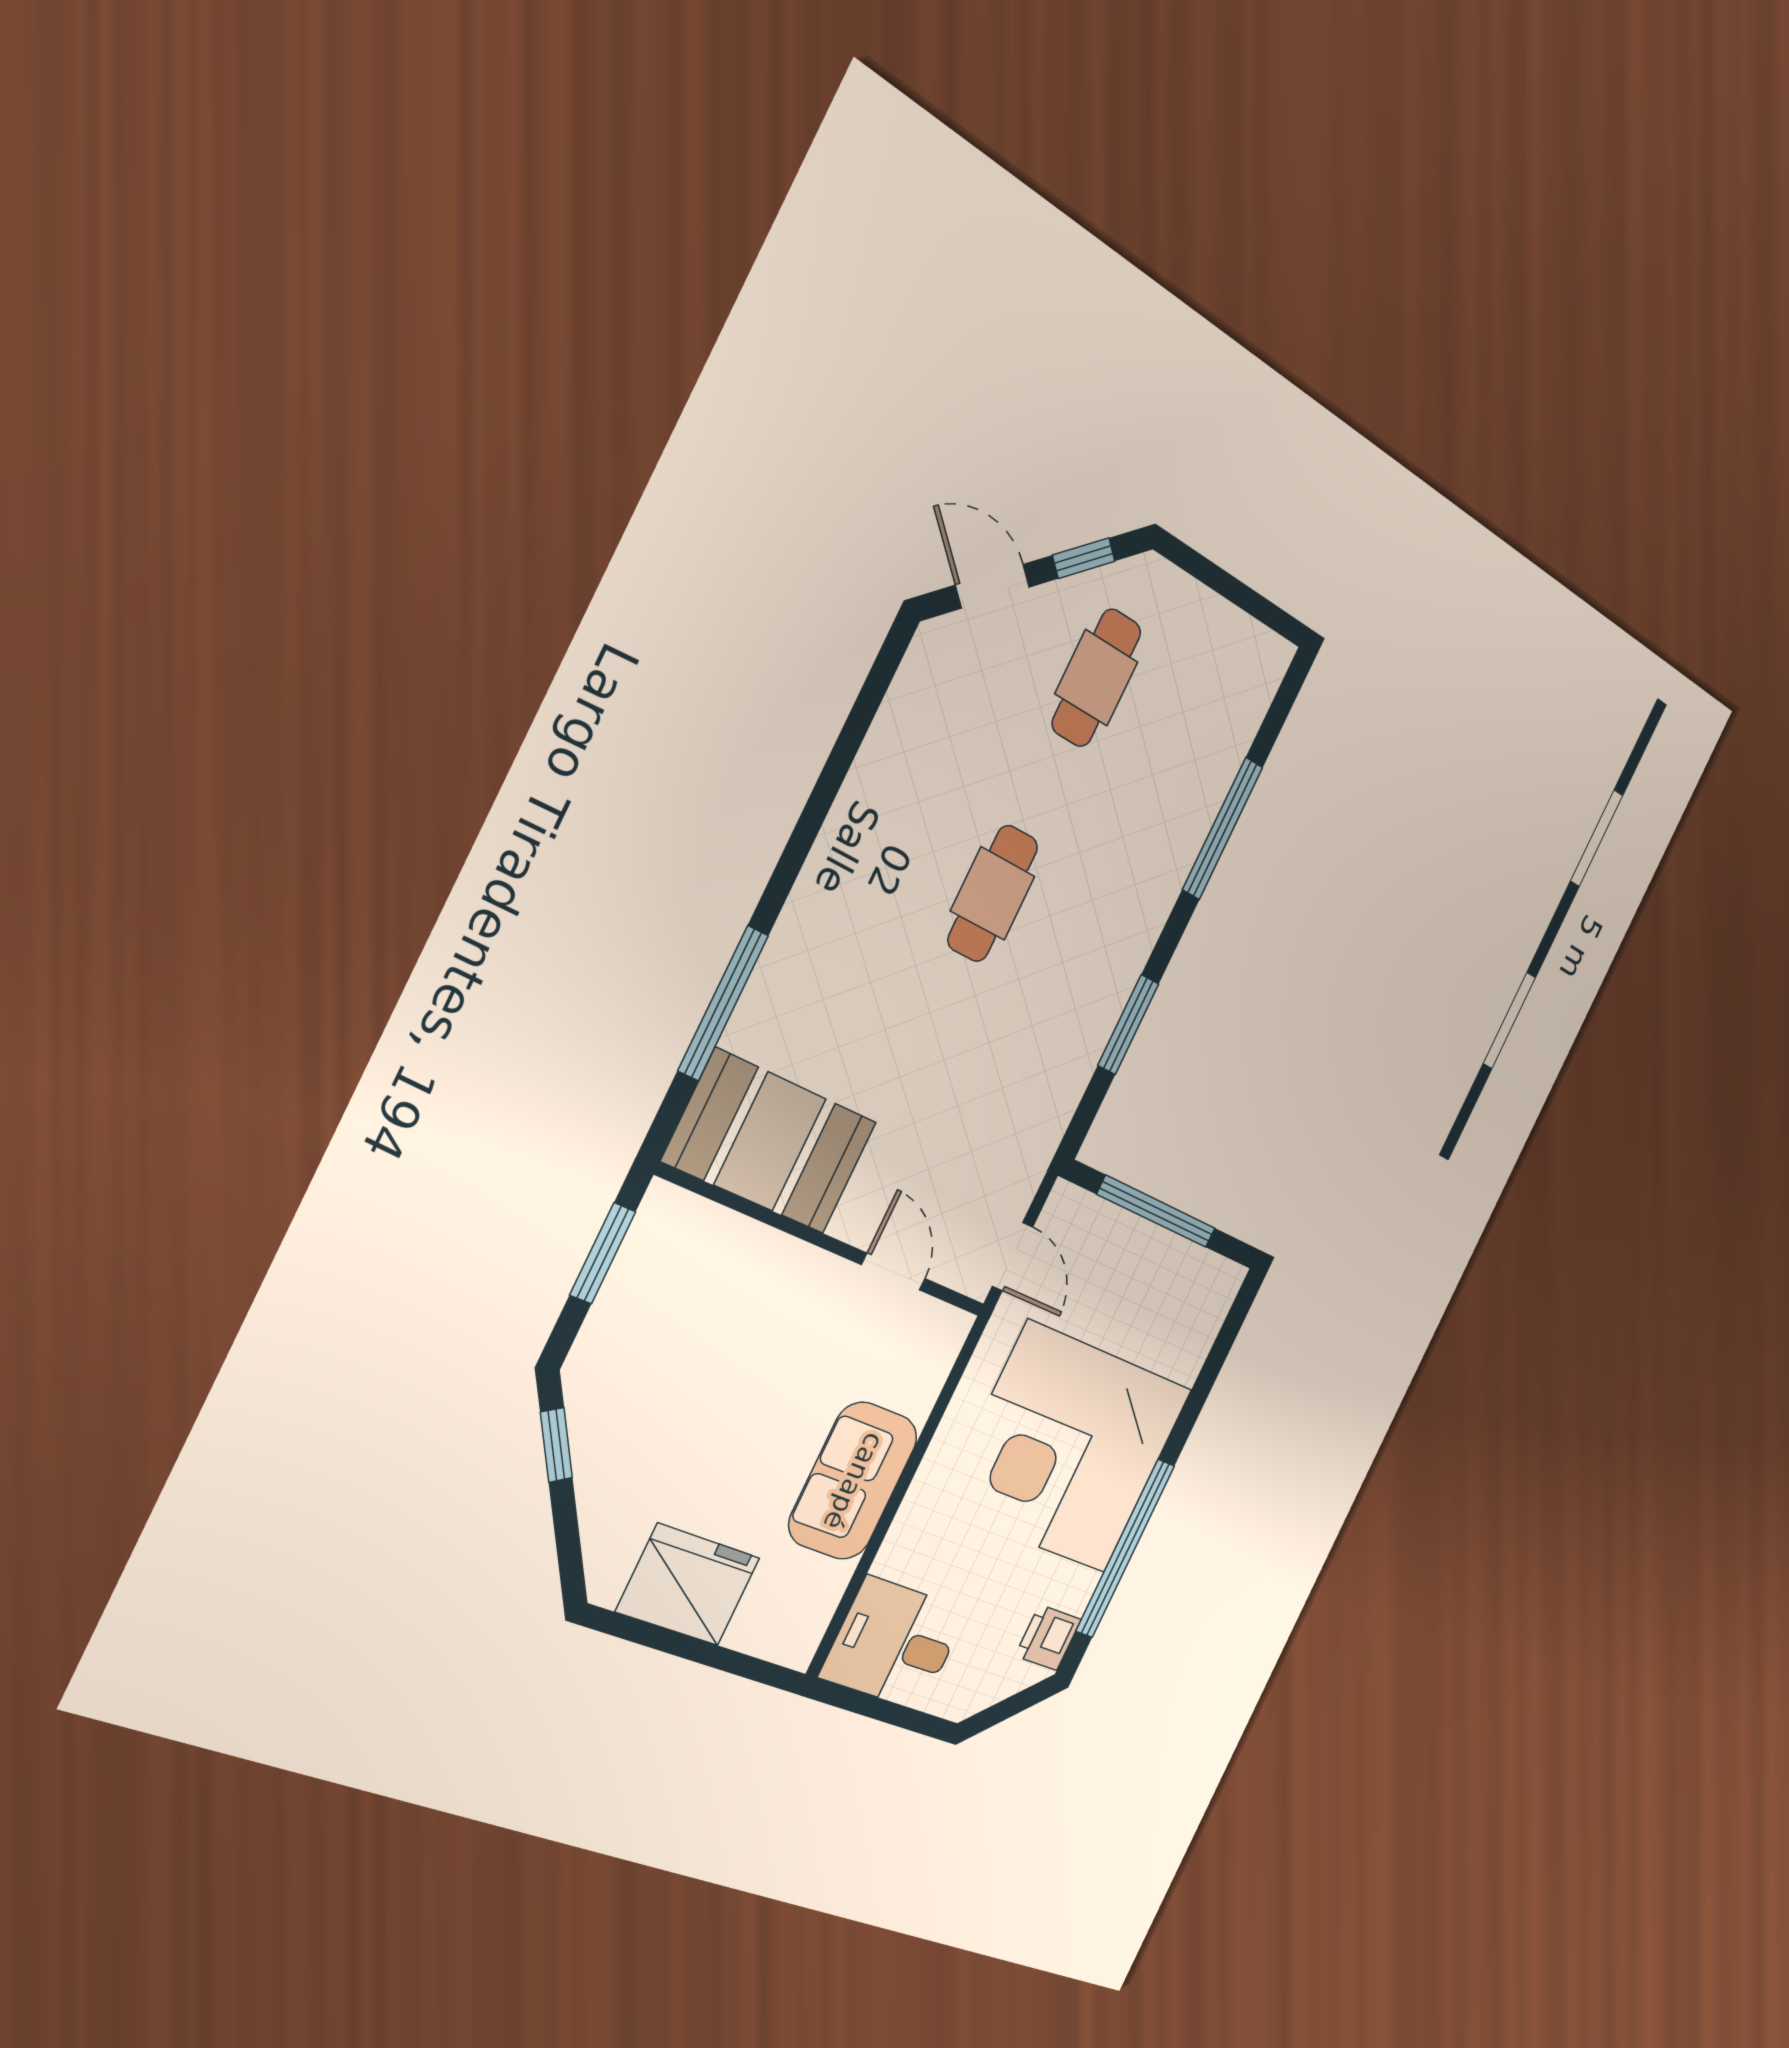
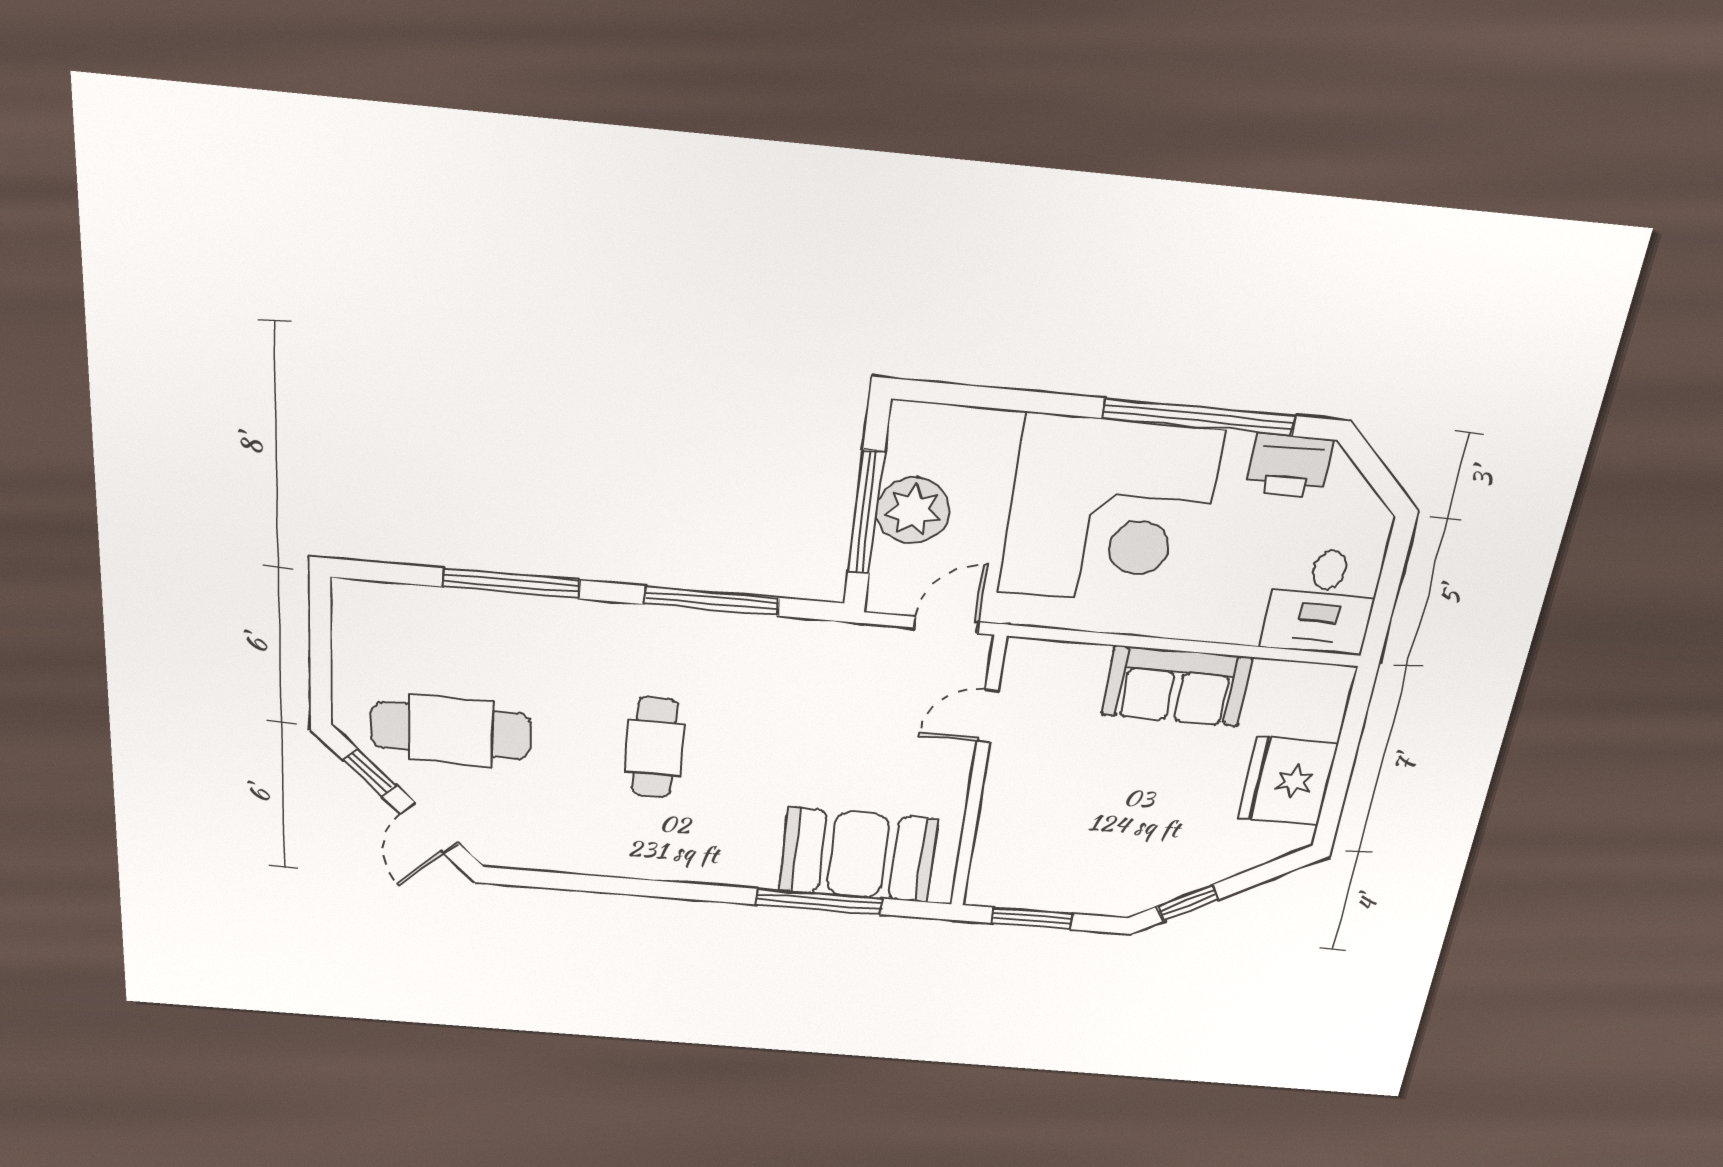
cafe table: (1096, 678) -> (451, 731), width x1.37, depth x1.35
cafe table: (993, 894) -> (654, 748), turned 90
window: (1128, 1025) -> (712, 601), width x1.44
booth: (770, 1142) -> (858, 855), moved, turned 90
plant: (1141, 1258) -> (913, 511), added
printer: (1048, 1638) -> (1289, 466), width x1.36, depth x1.24

